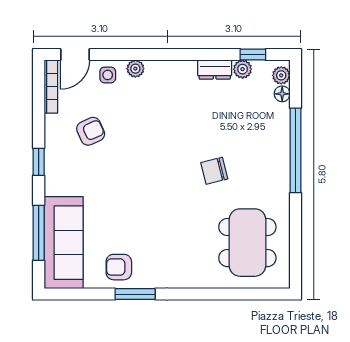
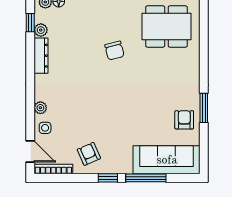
dresser: (215, 69) -> (41, 56), width x1.44
armchair: (91, 131) -> (89, 154), moved
window: (39, 233) -> (146, 178), moved
armchair: (119, 267) -> (184, 120), turned 180

